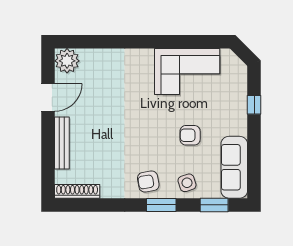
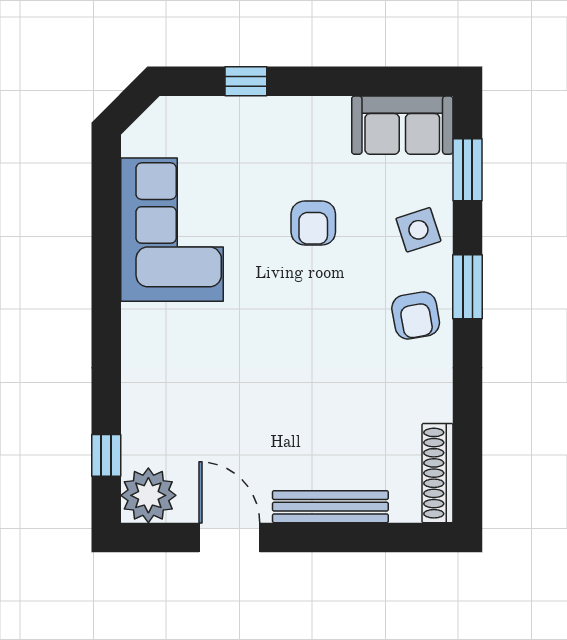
window: (85, 42) -> (106, 455), added
sofa: (234, 167) -> (402, 125), width x0.73

